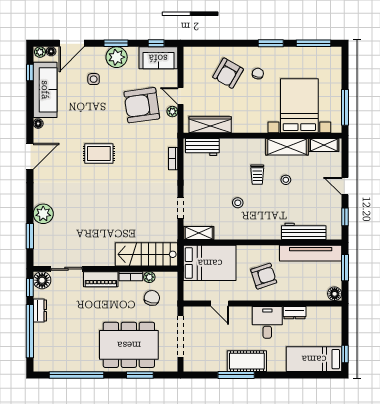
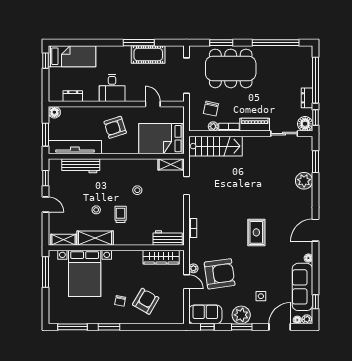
rug: (99, 154) -> (256, 232), turned 90
dresser: (295, 313) -> (73, 96), moved
cot: (247, 361) -> (148, 55), moved

